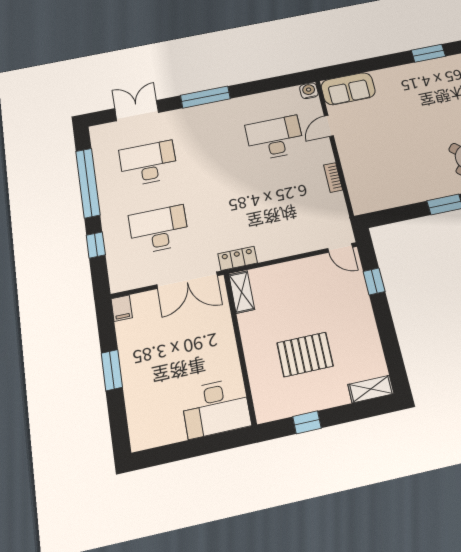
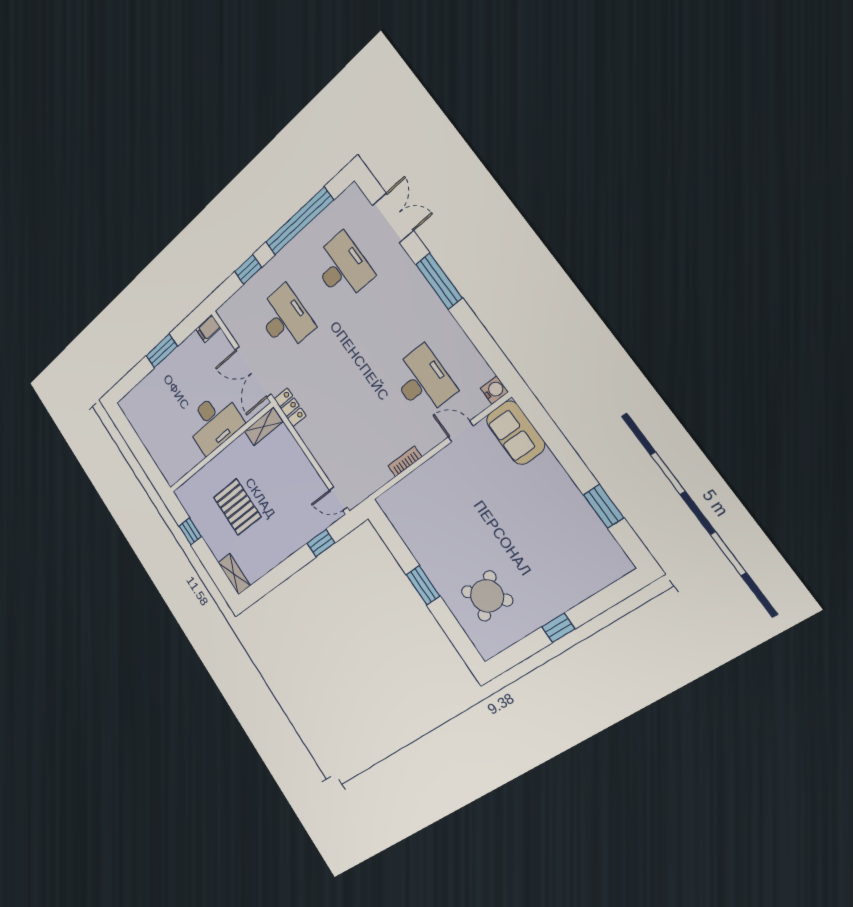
door: (340, 248) -> (338, 499), hinge flipped
desk: (216, 408) -> (214, 422), moved, turned -90

